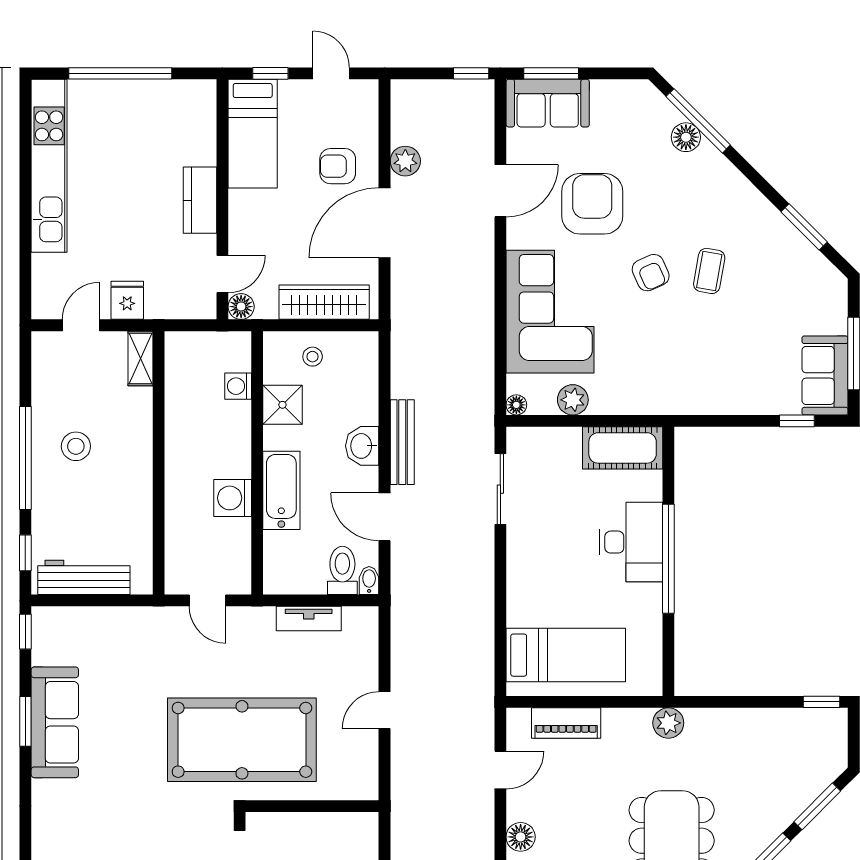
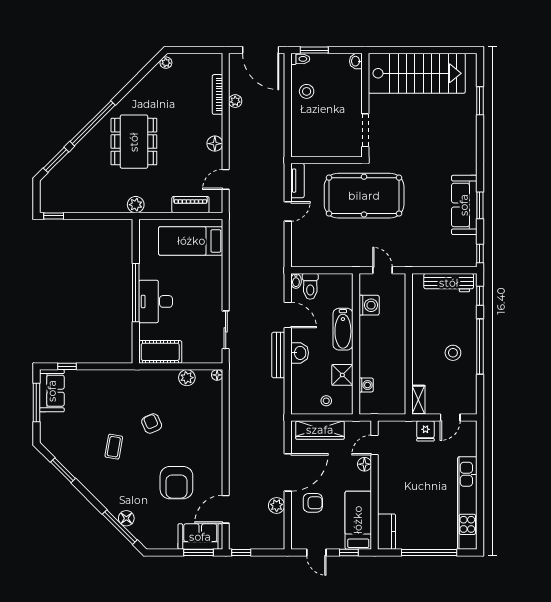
door: (500, 191) -> (226, 509), moved
kitchen counter: (200, 200) -> (387, 532), moved
armchair: (651, 273) -> (152, 424), moved
floor lamp: (241, 307) -> (364, 464), moved
corner sofa: (550, 312) -> (199, 425), removed
washing machine: (233, 498) -> (369, 305), moved
tv unit: (309, 619) -> (297, 181), moved, turned 90

